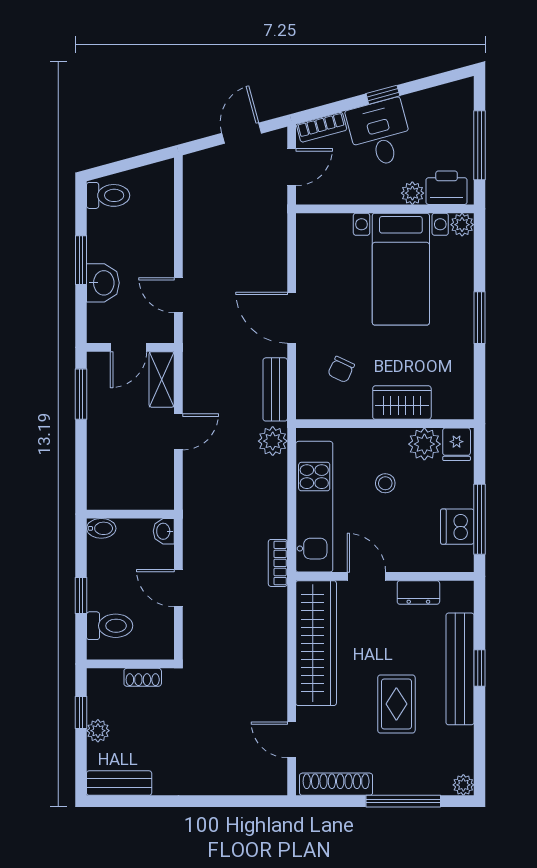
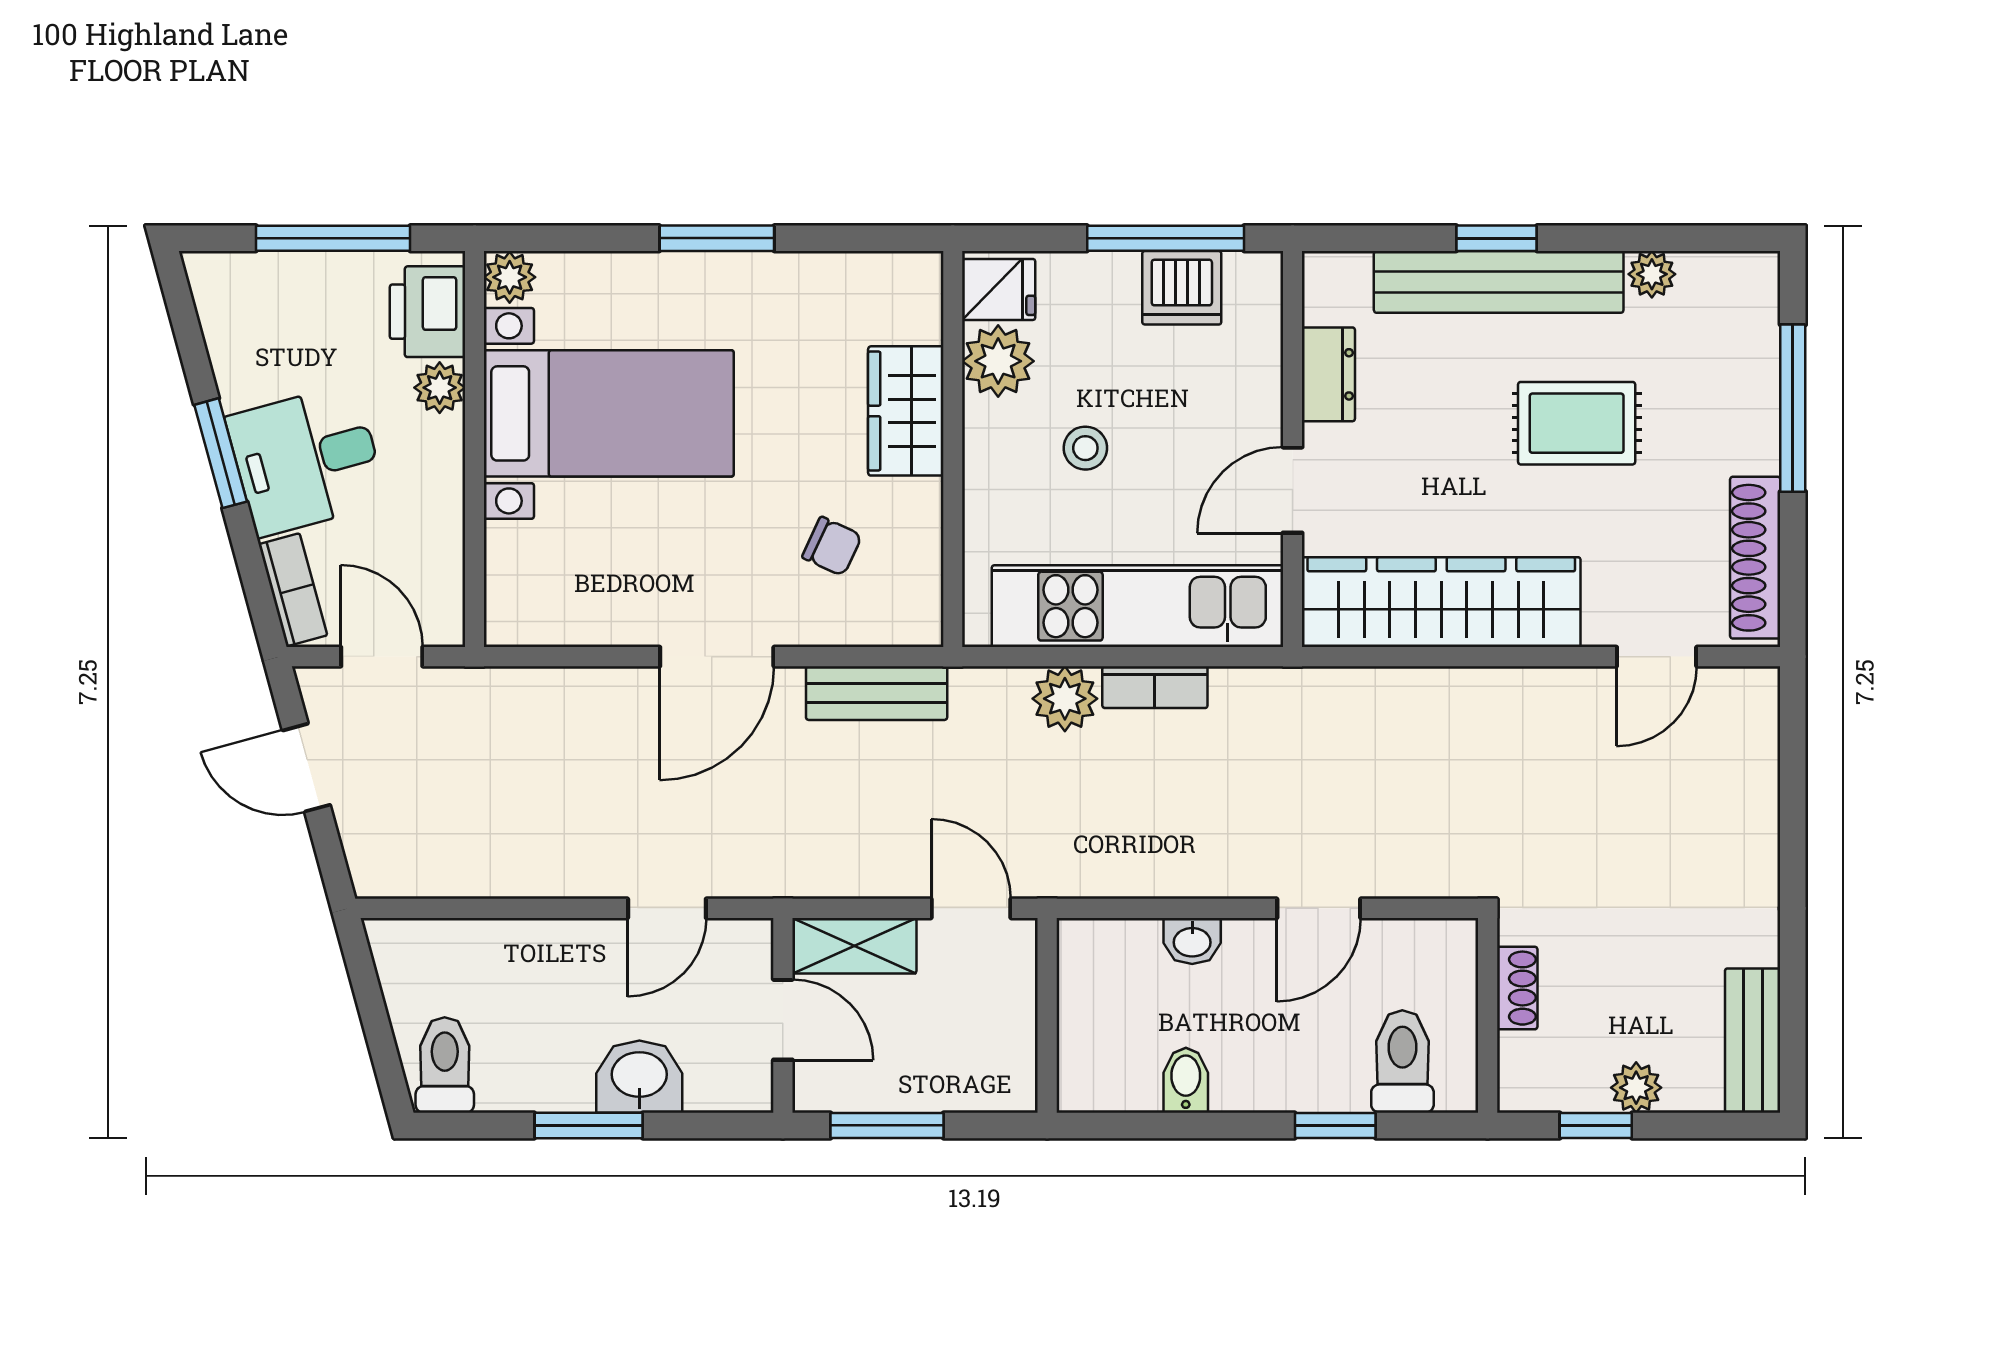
window: (383, 95) -> (221, 453), width x1.50
plant: (273, 441) -> (1065, 699), moved
wall: (130, 514) -> (1047, 1015), moved
bookcase: (278, 563) -> (1155, 687), moved
plant: (463, 785) -> (1652, 274), moved

